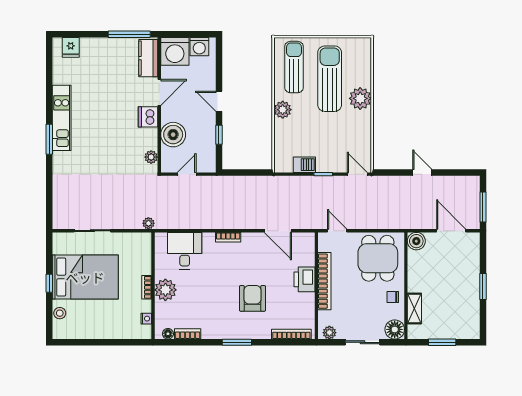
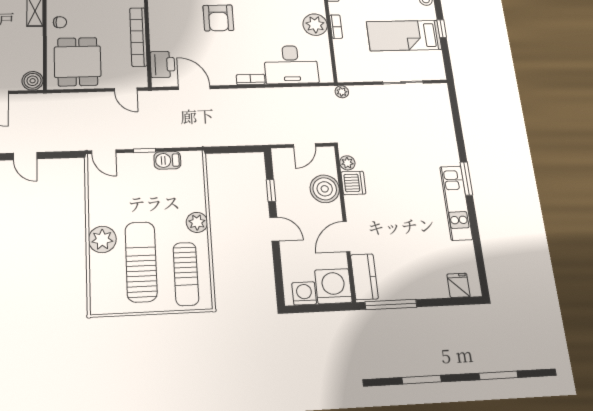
sun lounger: (330, 79) -> (141, 262), turned 180
dishwasher: (148, 117) -> (353, 183), moved
desk: (185, 251) -> (291, 65), width x1.37
bed: (85, 277) -> (404, 36), width x0.67
printer: (304, 279) -> (162, 64), moved

